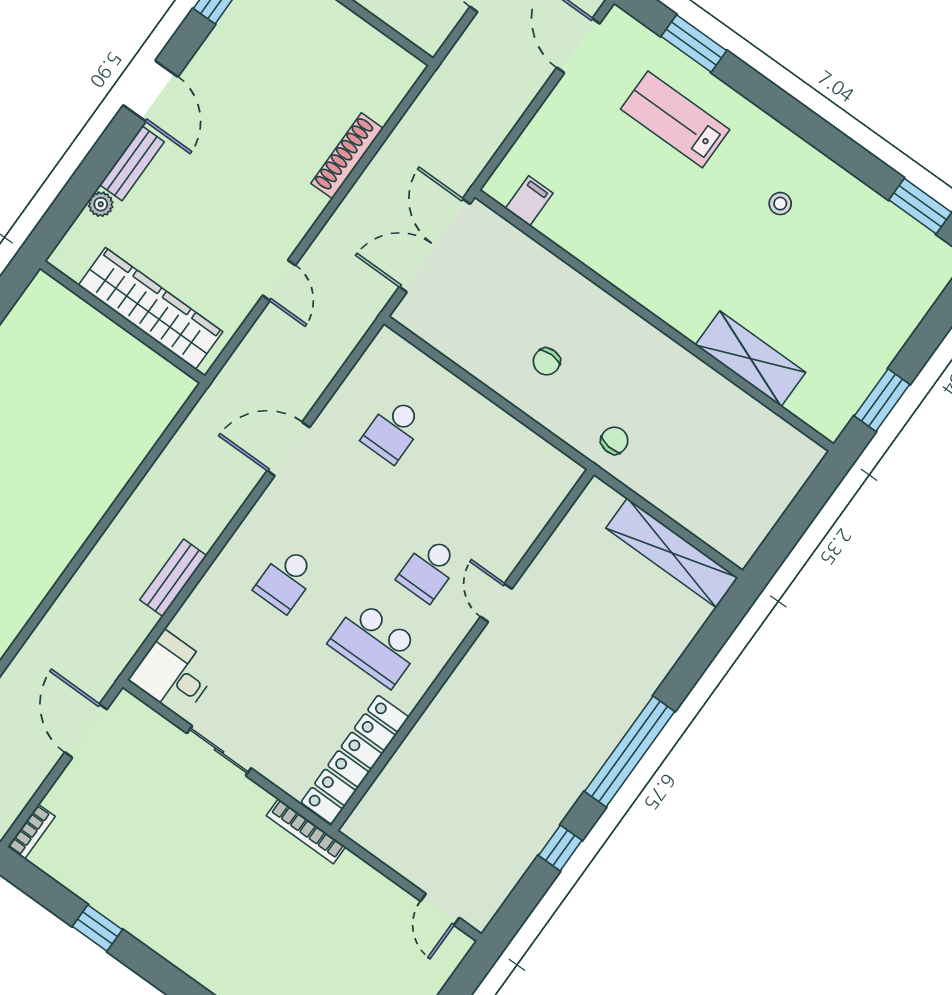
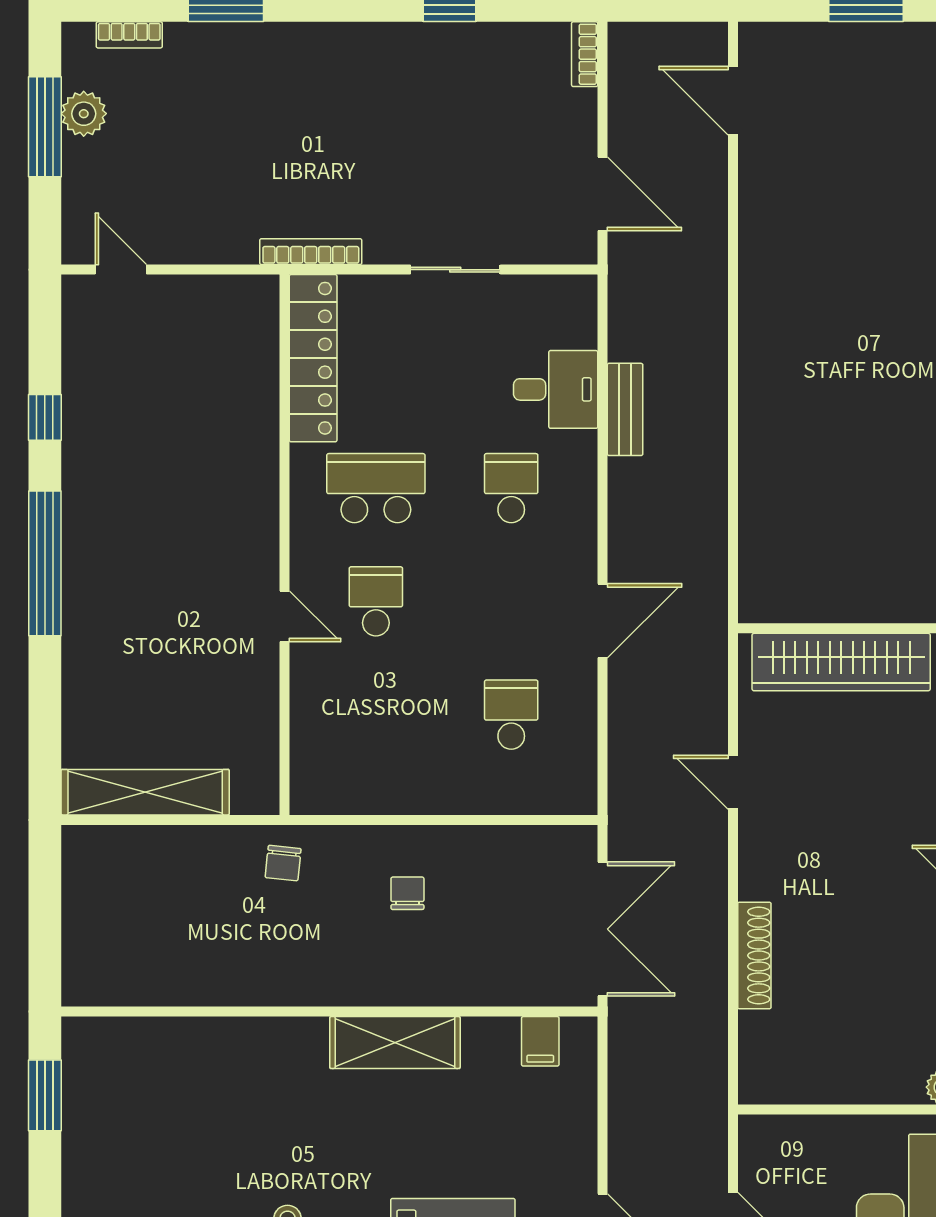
shelving: (751, 359) -> (395, 1042), moved
desk: (174, 674) -> (556, 389), moved

